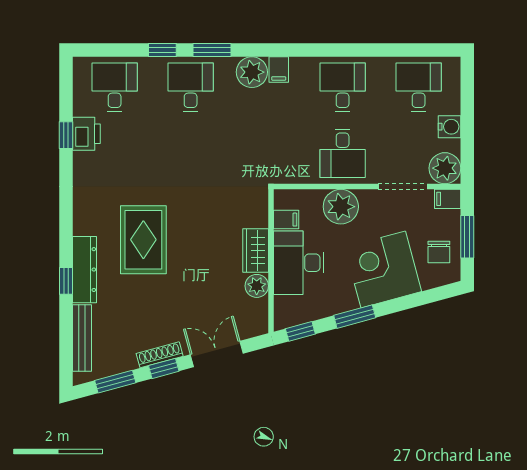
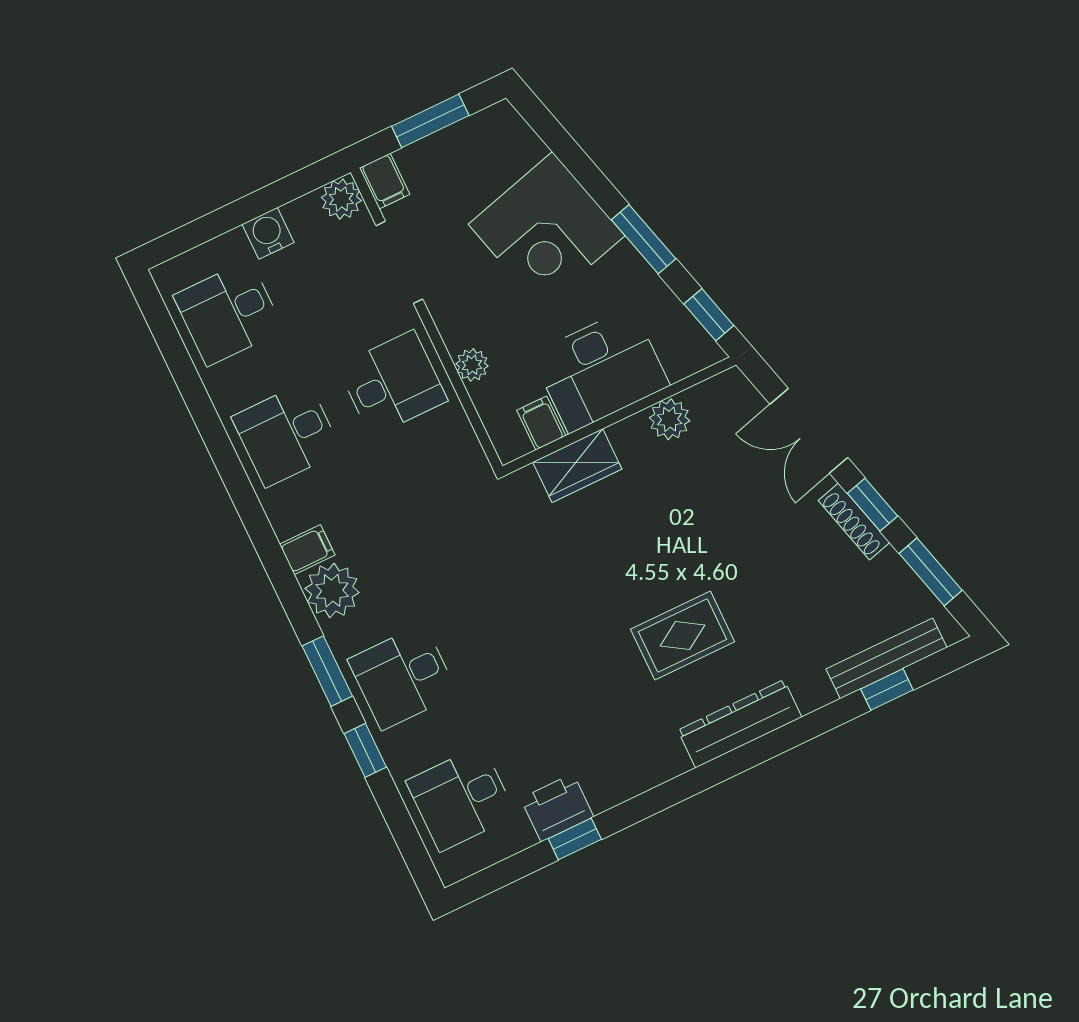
plant: (445, 168) -> (341, 199), width x0.73, depth x0.73
plant: (341, 207) -> (472, 365), width x0.53, depth x0.53
rug: (143, 240) -> (683, 635), width x0.73, depth x0.70
wardrobe: (256, 251) -> (577, 466), moved
chair: (439, 252) -> (476, 154), removed
dresser: (85, 270) -> (740, 724), moved
window: (66, 281) -> (887, 689), moved

